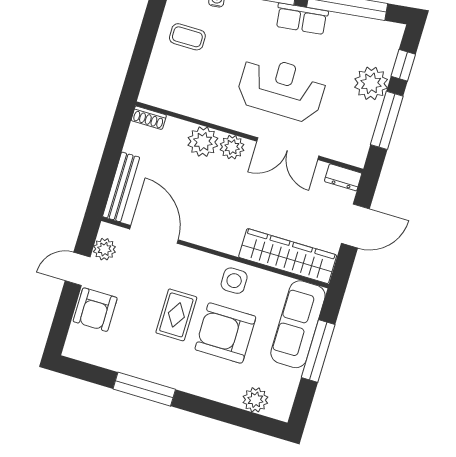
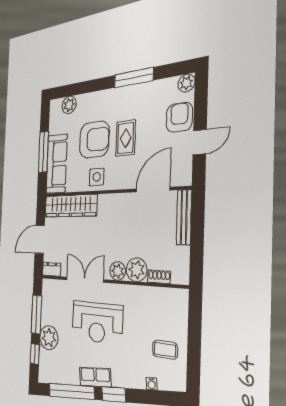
shoe rack: (149, 118) -> (159, 277), moved
door: (154, 234) -> (153, 190), swing flipped
plant: (104, 249) -> (186, 83), moved

